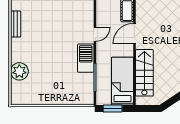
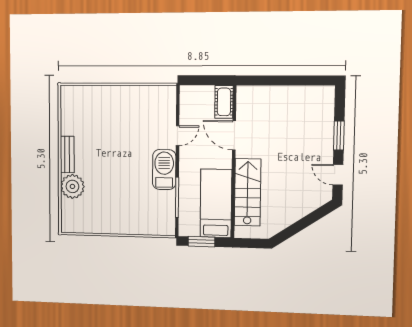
bench: (16, 24) -> (67, 155), moved
door: (134, 33) -> (234, 135), hinge flipped

